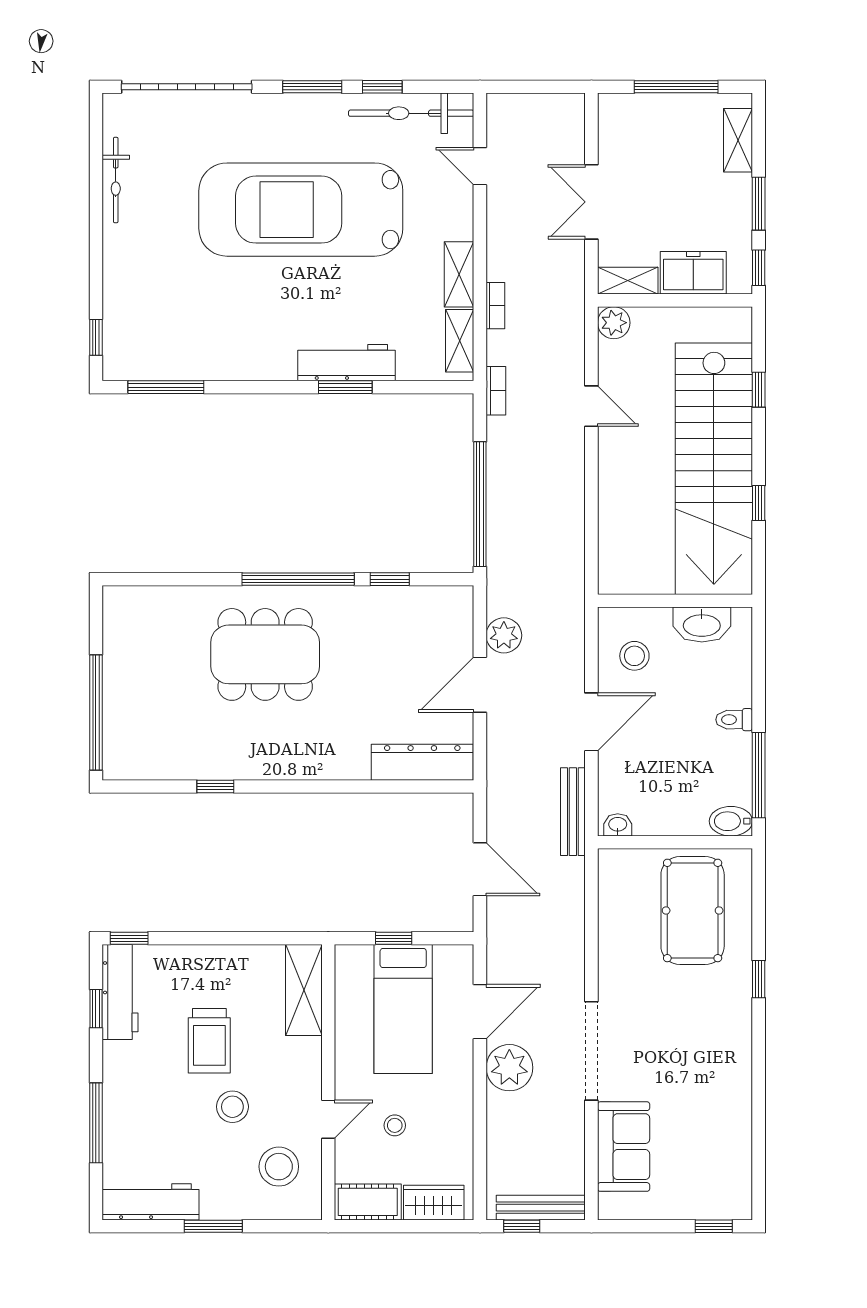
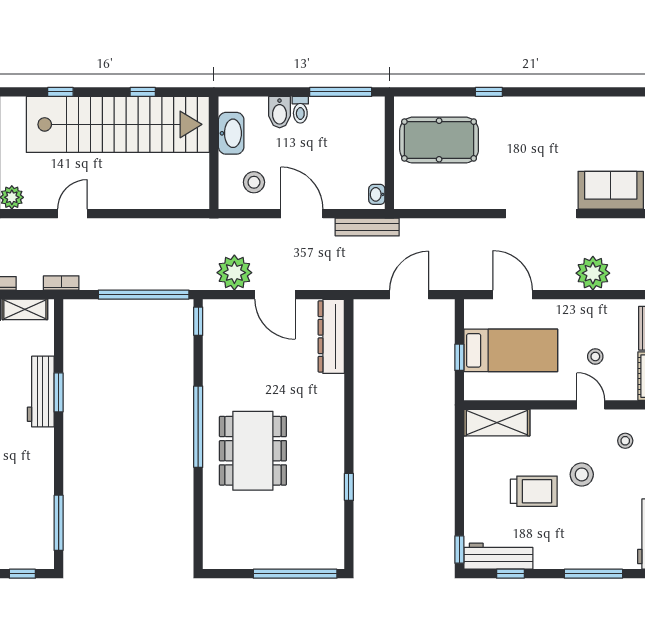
window: (390, 579) -> (198, 321), moved
plant: (504, 635) -> (234, 273), width x1.36, depth x1.36
bidet: (731, 821) -> (280, 112), moved
plant: (509, 1068) -> (593, 273), moved
stool: (279, 1167) -> (625, 441), width x0.53, depth x0.53

